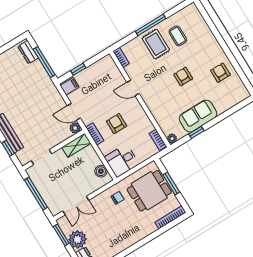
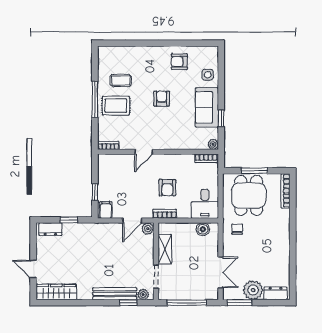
window: (44, 62) -> (69, 220), width x0.46
armchair: (183, 76) -> (162, 99), turned 90
side table: (224, 101) -> (208, 75), added
armchair: (116, 124) -> (167, 188), turned -90
shelving: (76, 145) -> (165, 249), moved
plant: (21, 156) -> (143, 294), added

